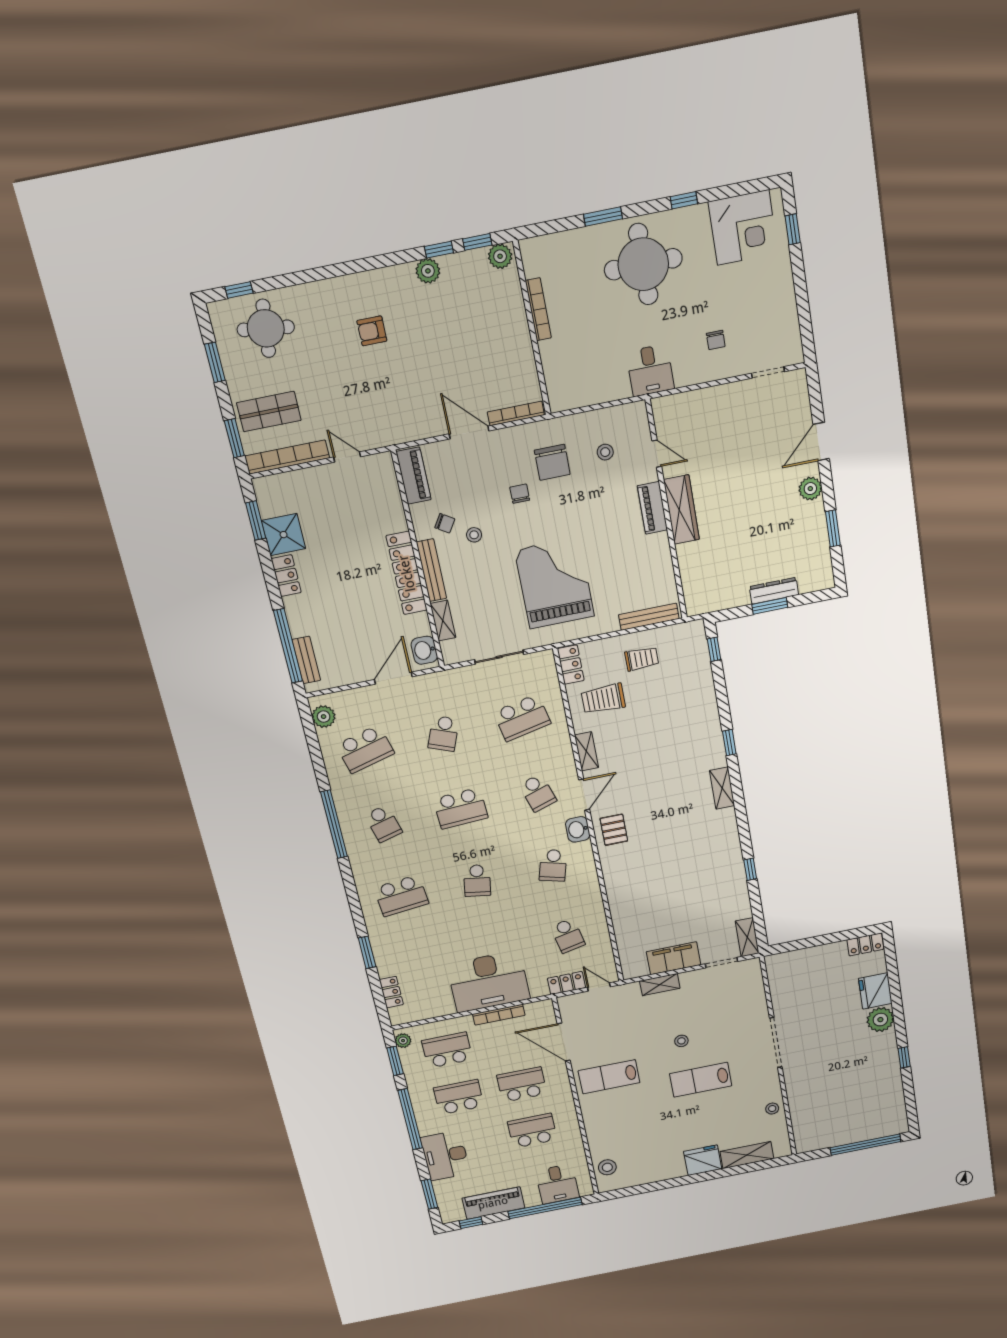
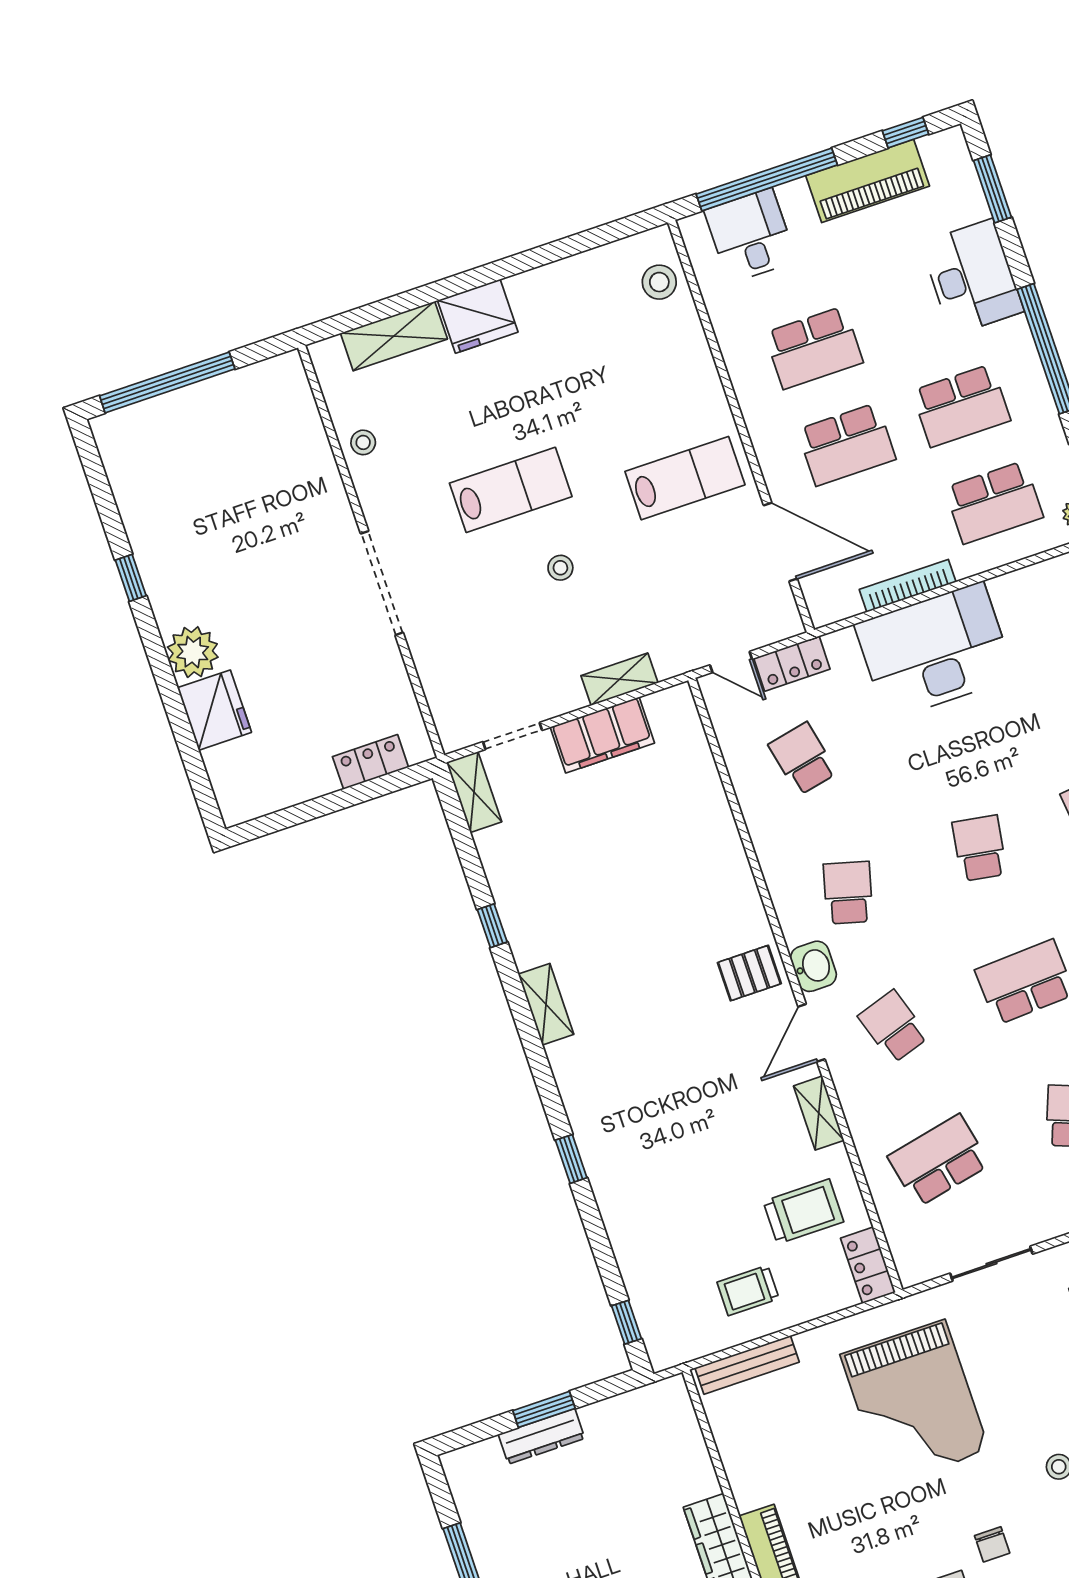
shelving: (722, 788) -> (546, 1004), moved
pallet: (614, 830) -> (749, 973), turned 90
locker: (865, 944) -> (371, 762), moved

